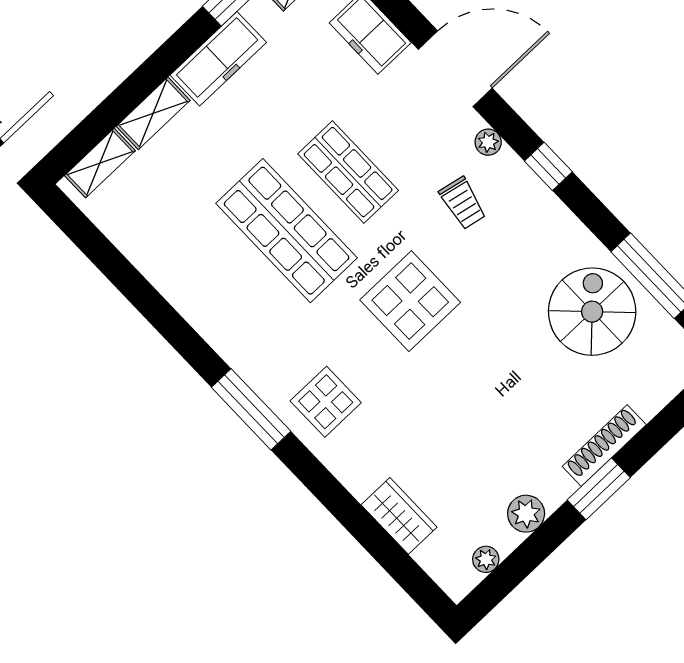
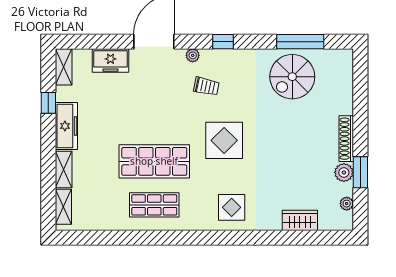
shop shelf: (348, 172) -> (154, 205), moved
spiral stairs: (592, 312) -> (292, 77), turned -90
window: (251, 409) -> (208, 238), removed
shoe rack: (604, 446) -> (346, 139), moved
window: (599, 489) -> (360, 172), moved

